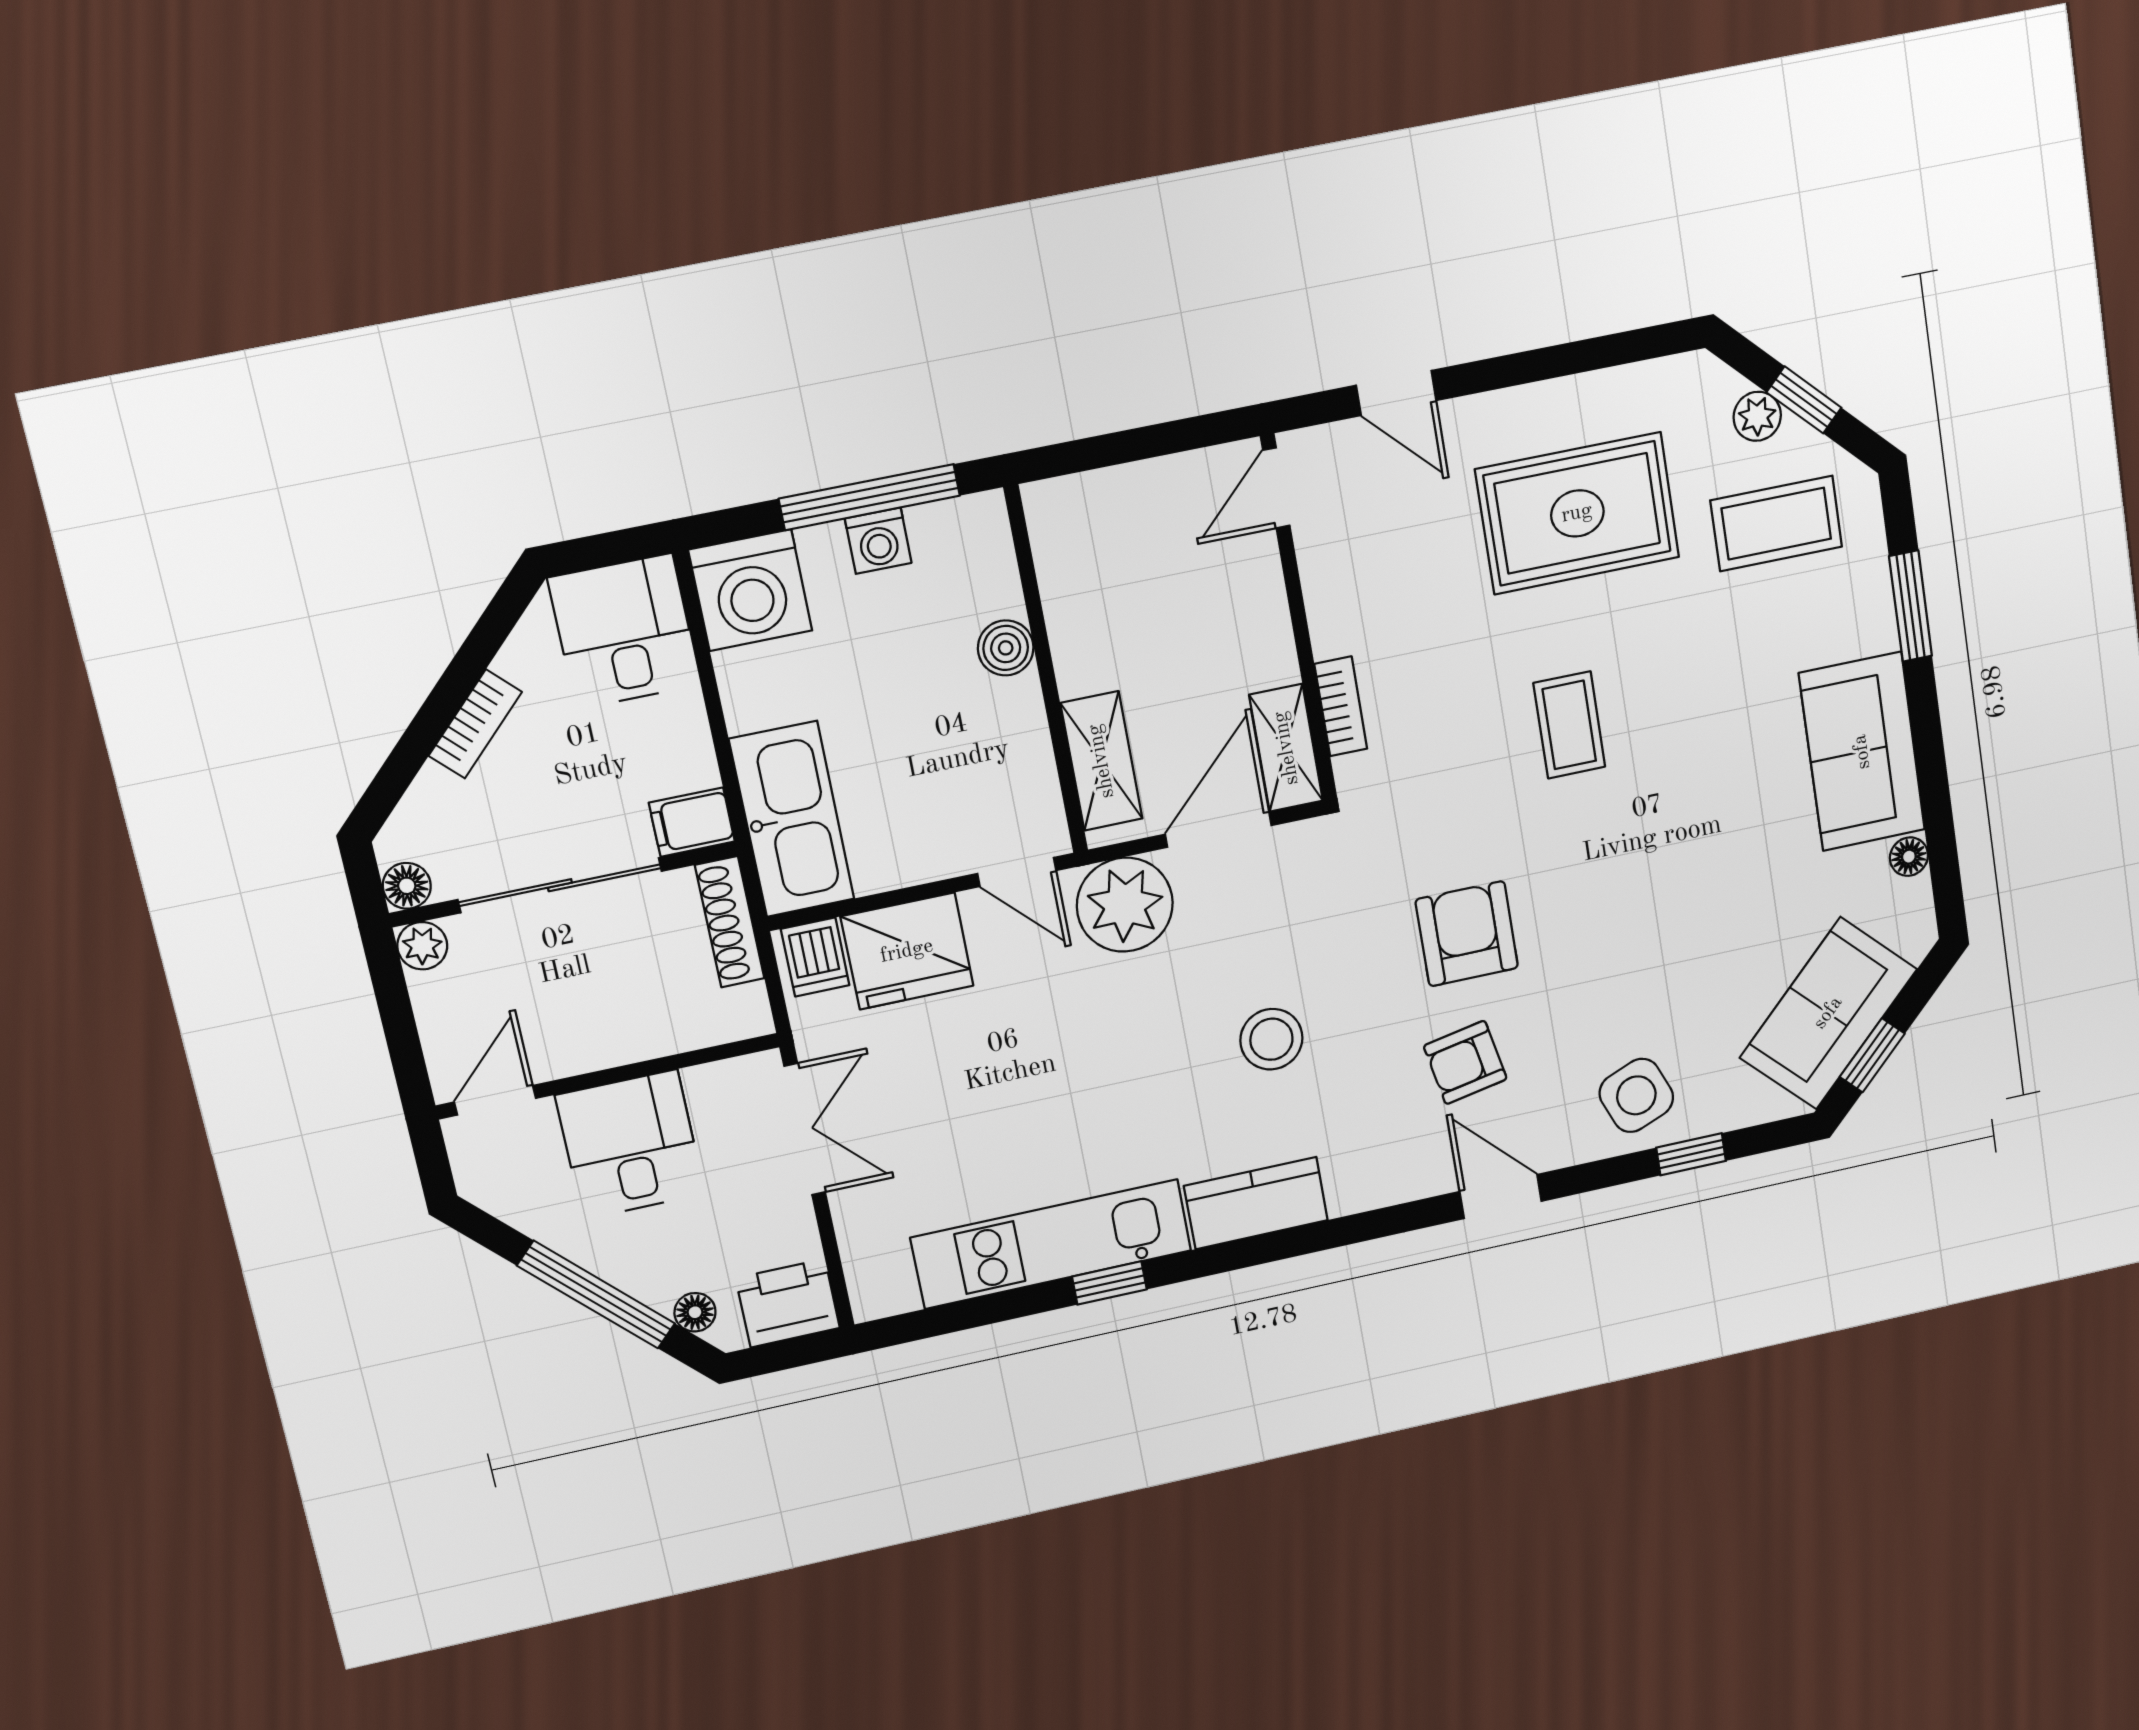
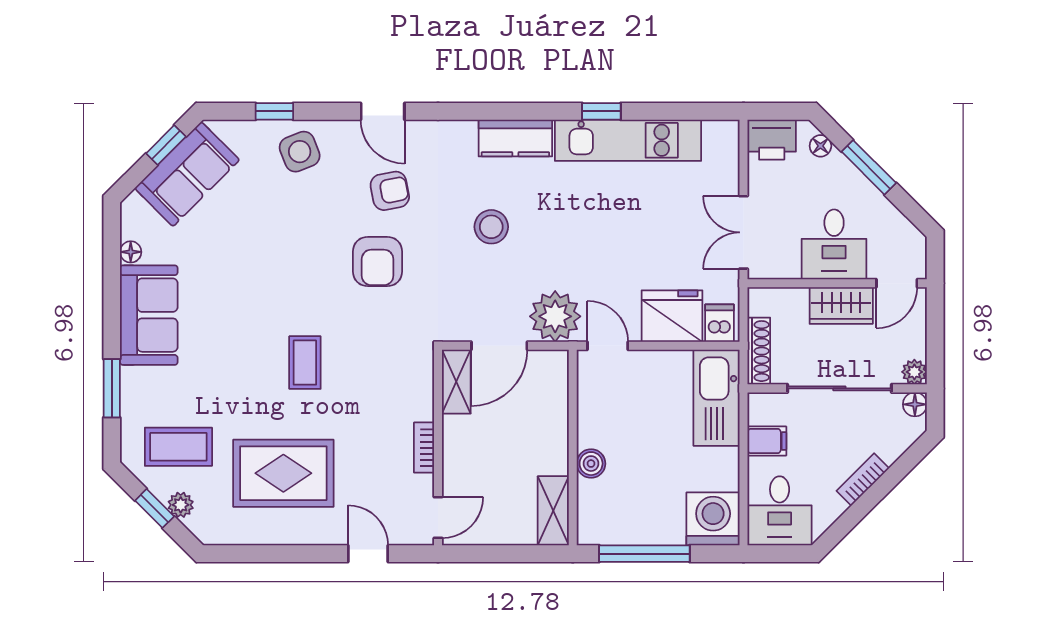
washing machine: (878, 541) -> (644, 531), removed
bookcase: (1341, 706) -> (424, 448), moved
shelving: (1101, 761) -> (553, 511), moved
filing cabinet: (692, 822) -> (767, 441), moved
wardrobe: (591, 1038) -> (841, 306), added
window: (596, 1295) -> (869, 167), width x0.69

